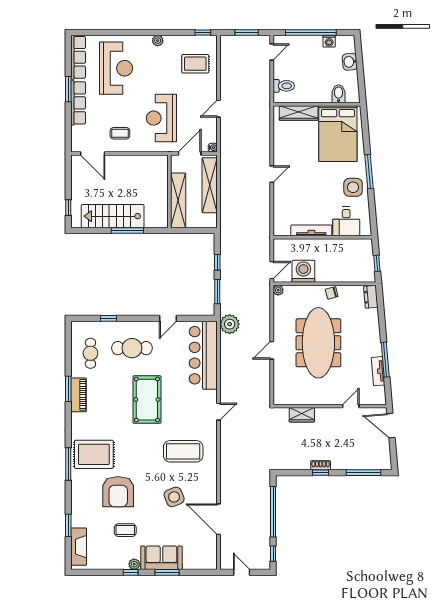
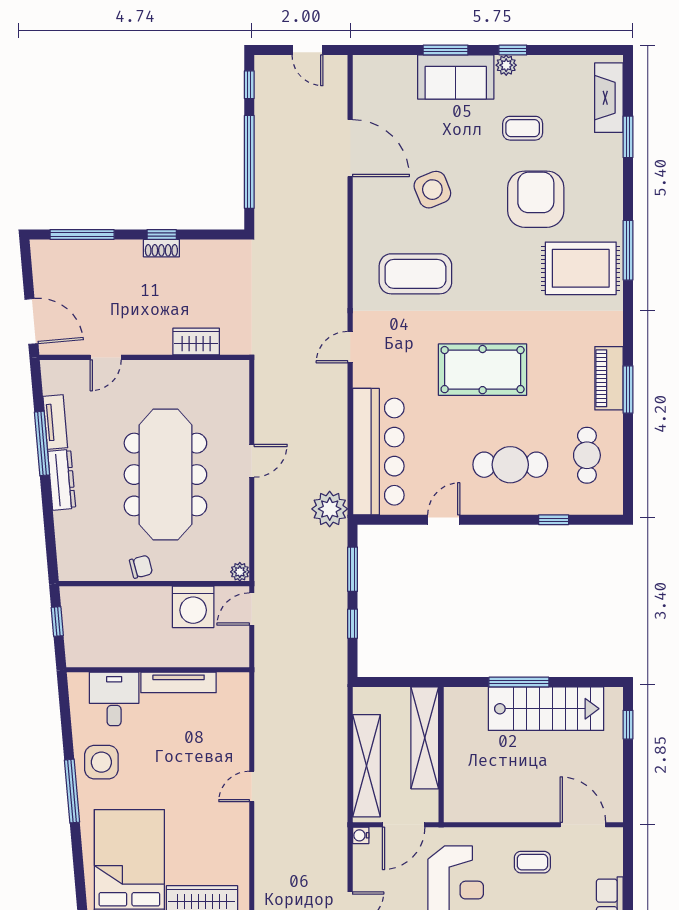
dresser: (371, 297) -> (62, 480), moved, width x1.44
pool table: (147, 400) -> (483, 370), turned 90

